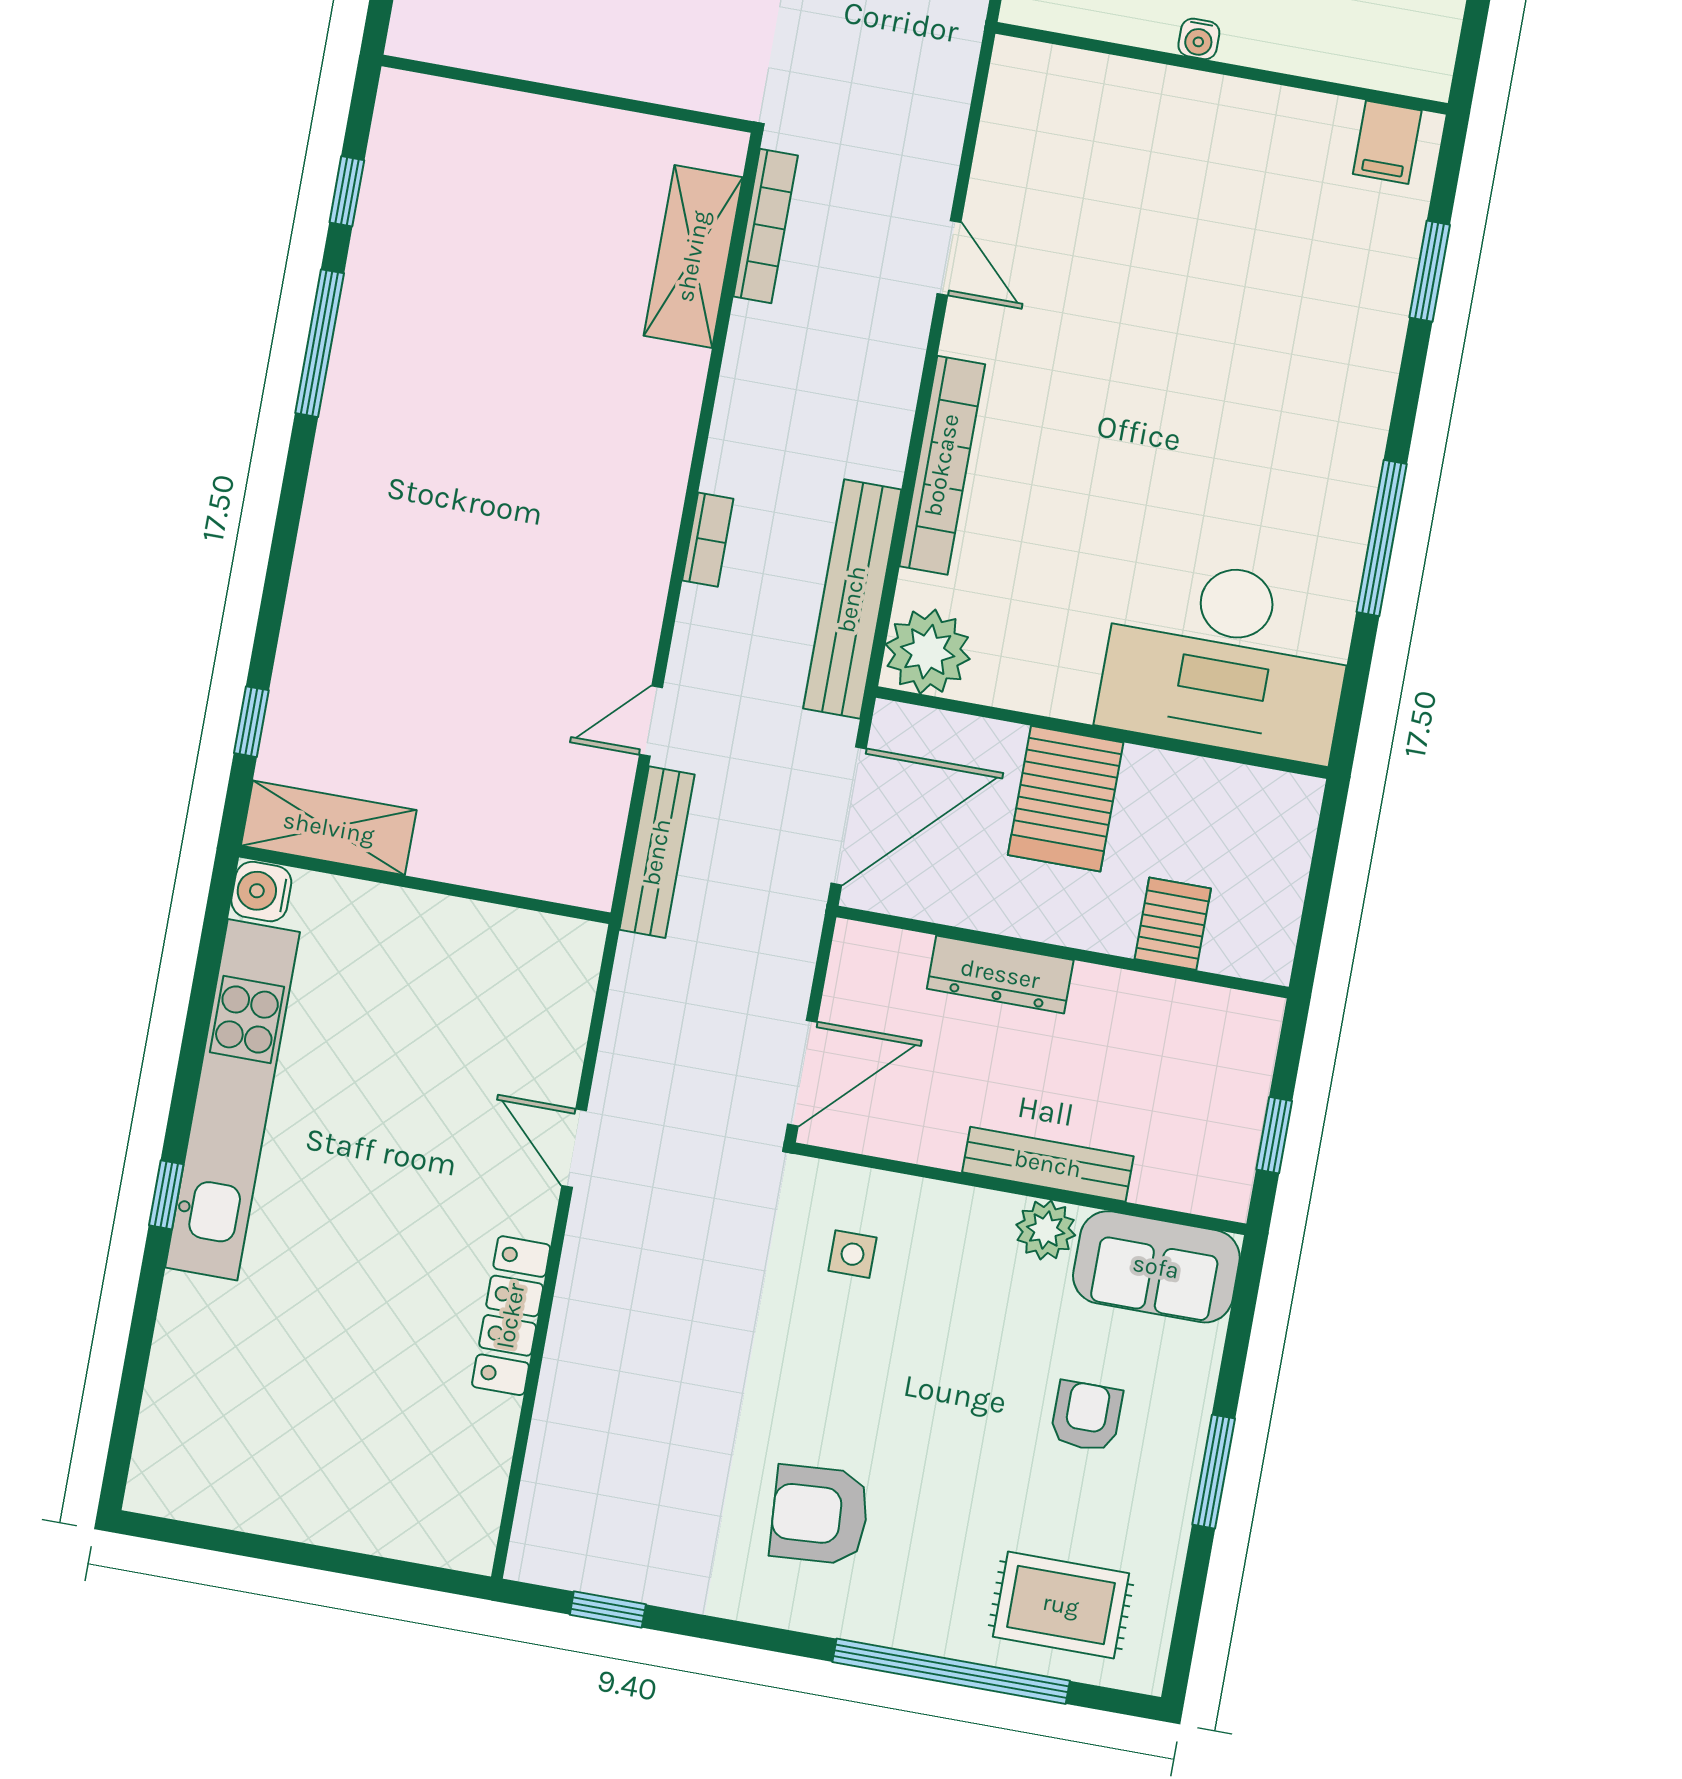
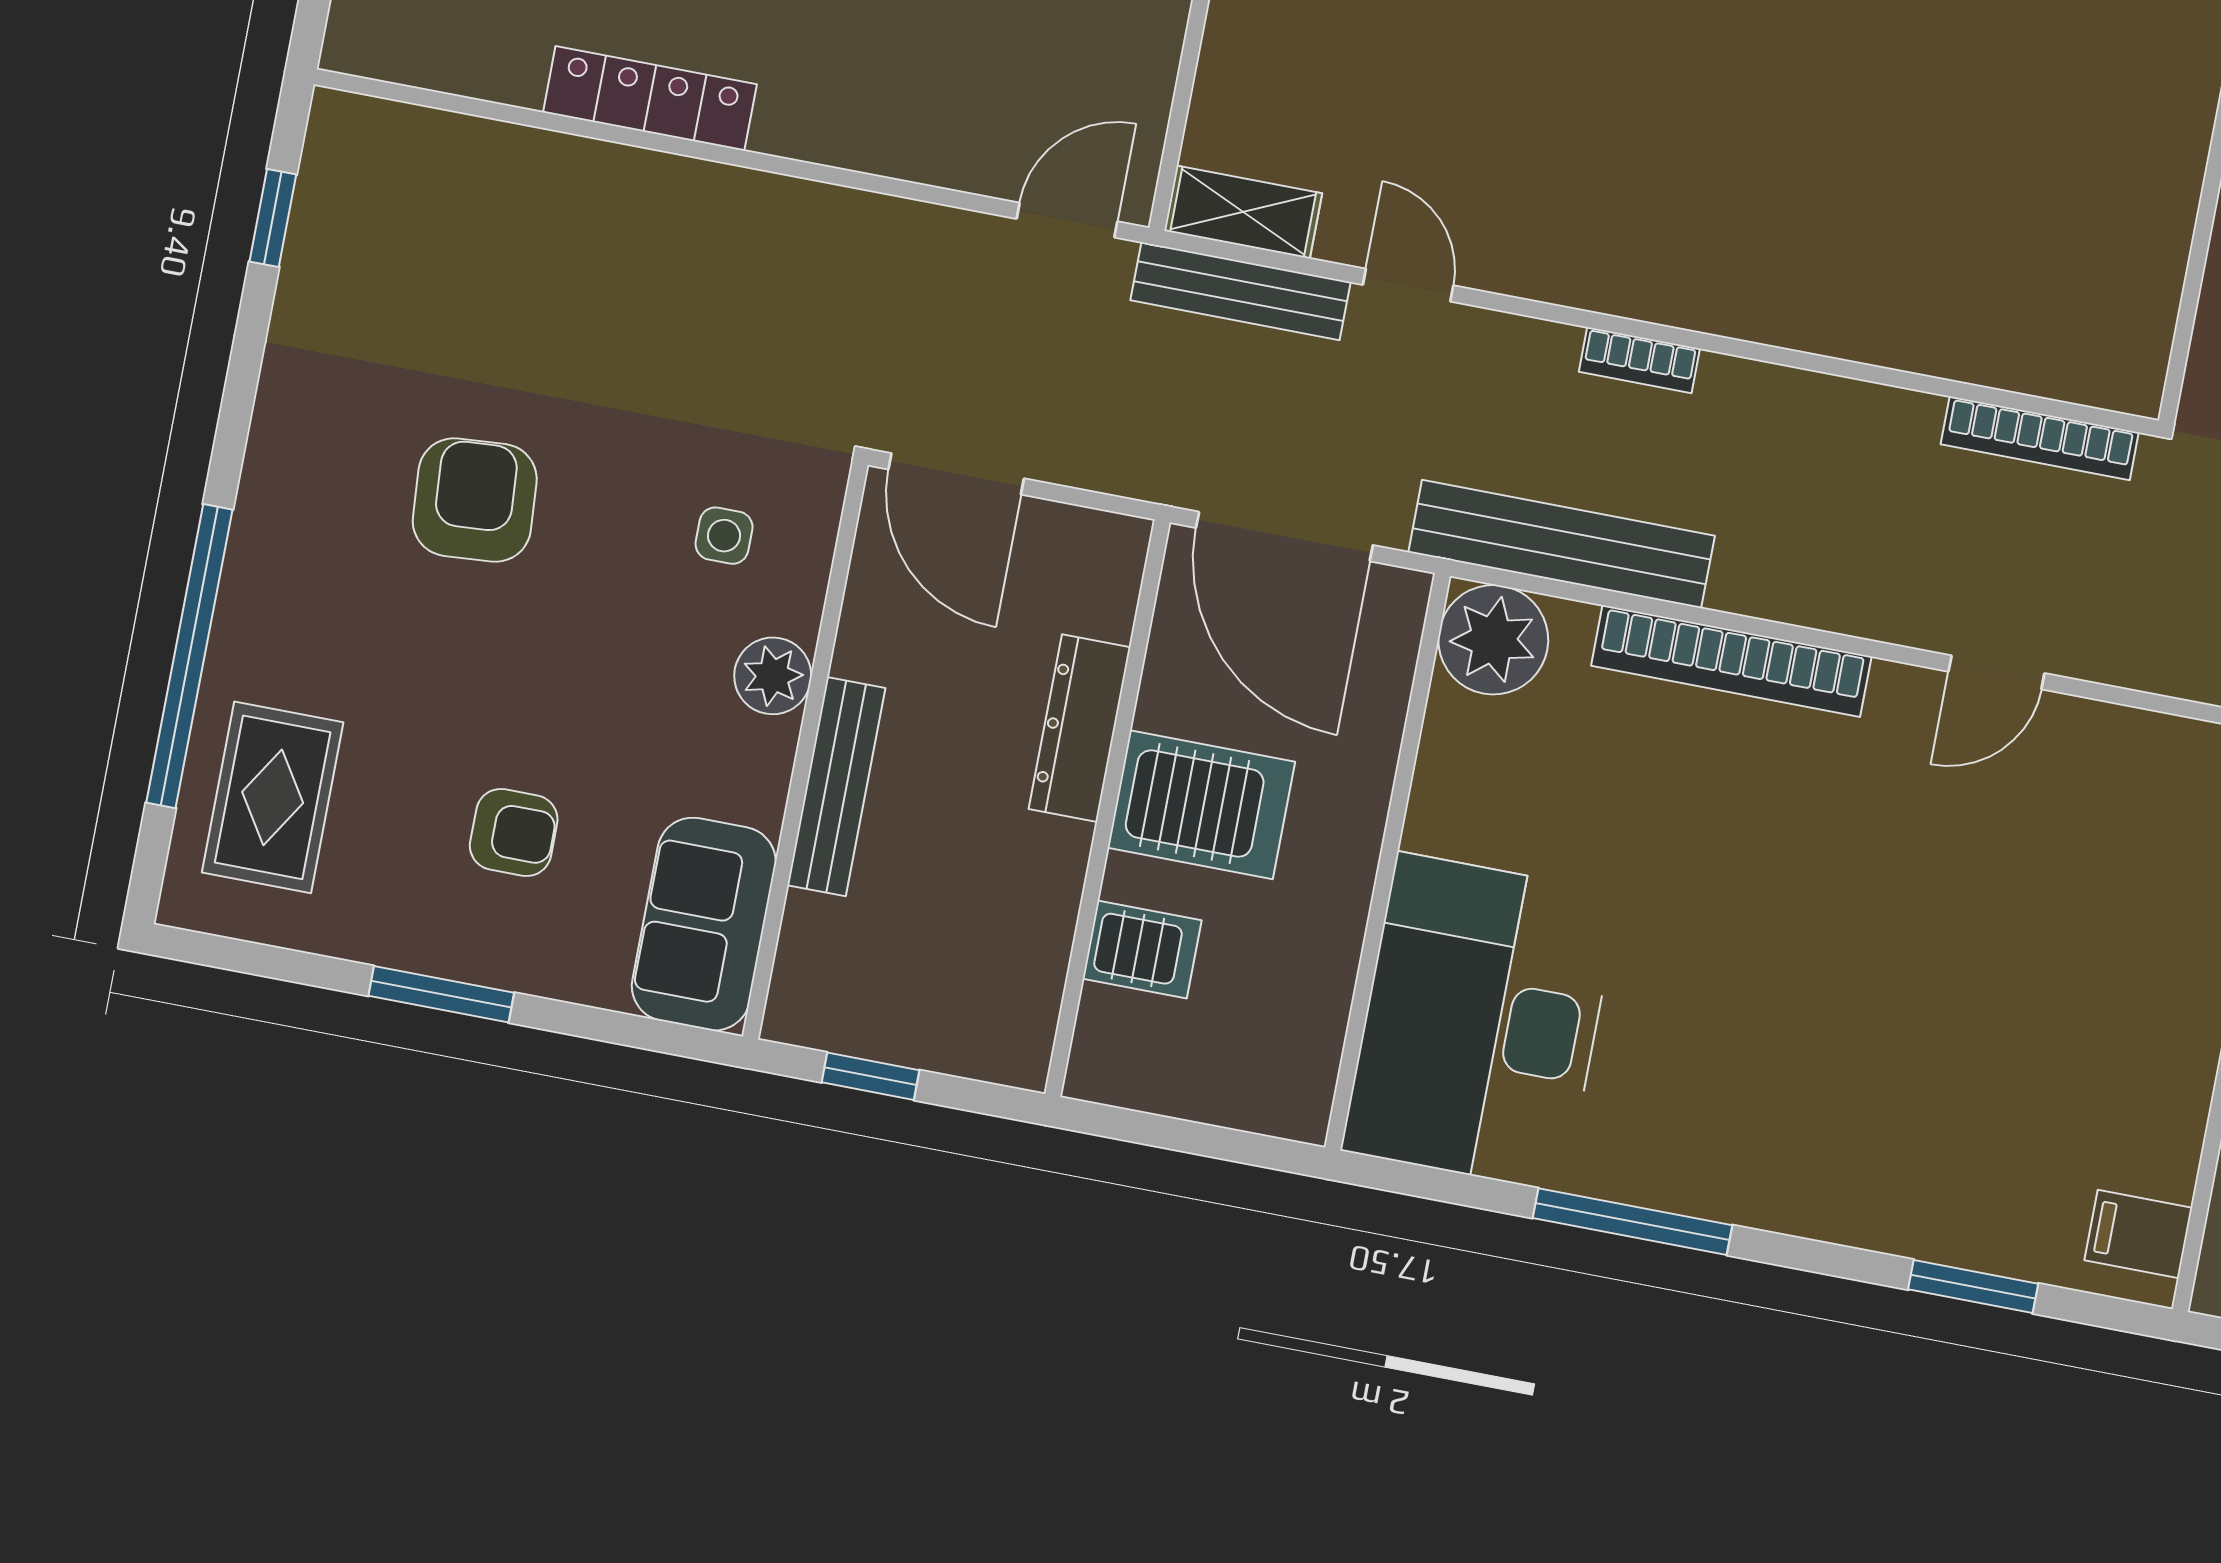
shelving: (693, 256) -> (1243, 212), moved, width x0.67, depth x0.75
server rack: (1066, 799) -> (1201, 805), moved, turned 180
door: (574, 1148) -> (1067, 220), moved
plant: (1046, 1230) -> (773, 676), moved
armchair: (820, 1515) -> (475, 500), moved

